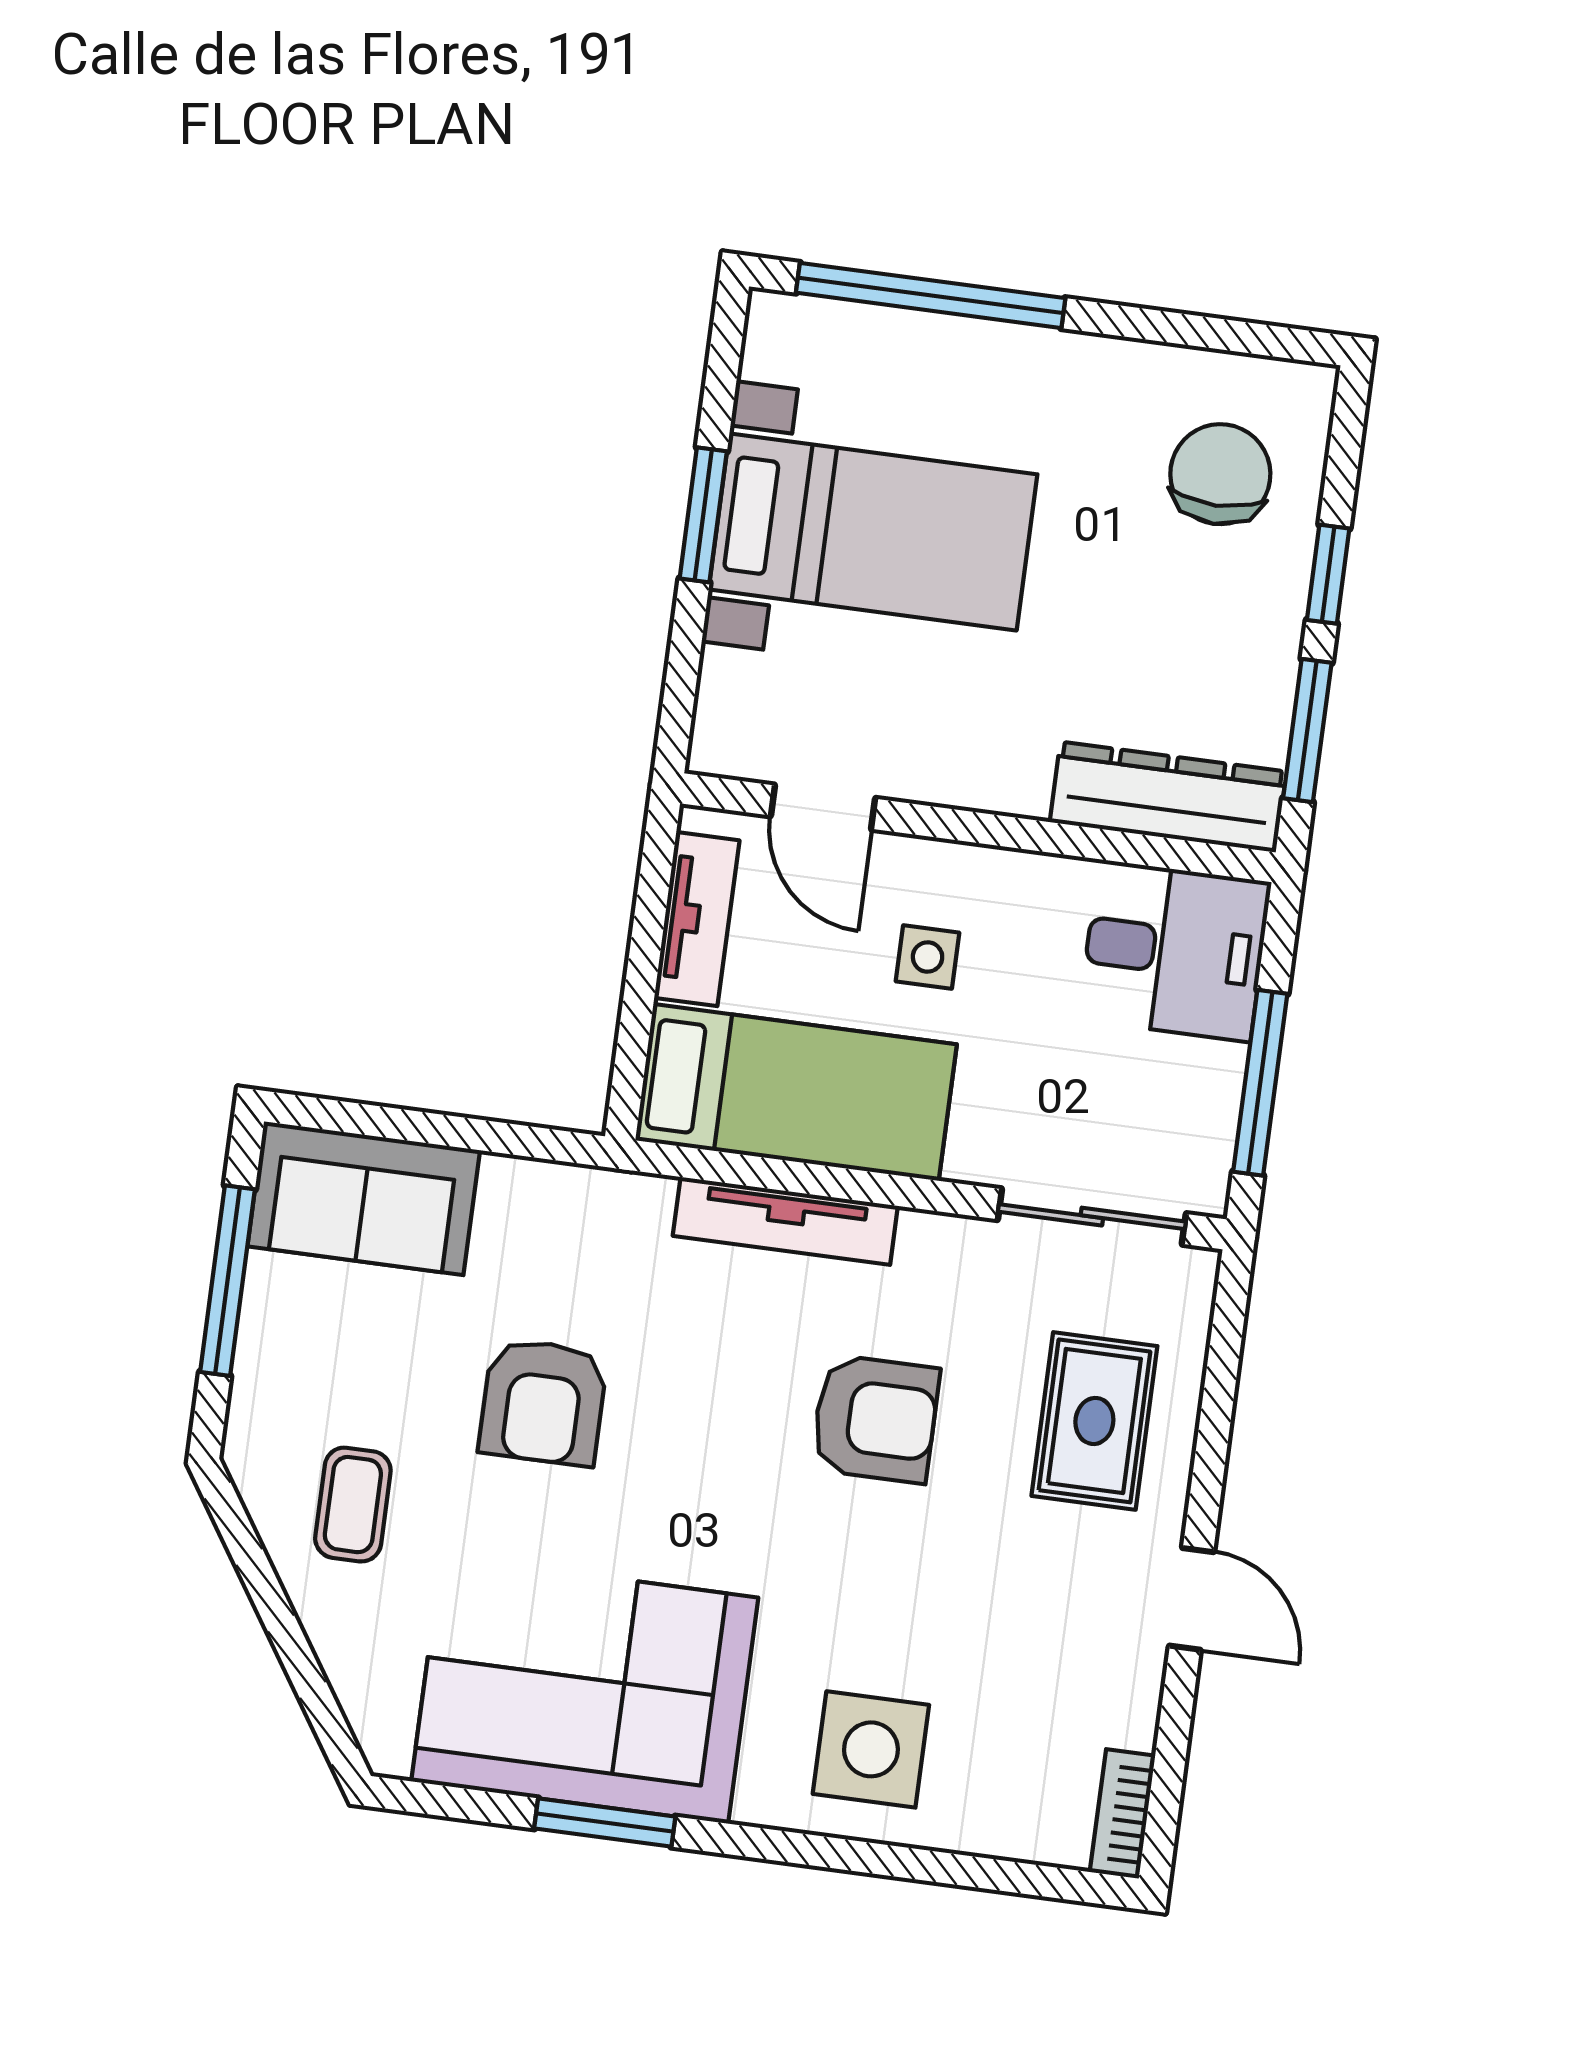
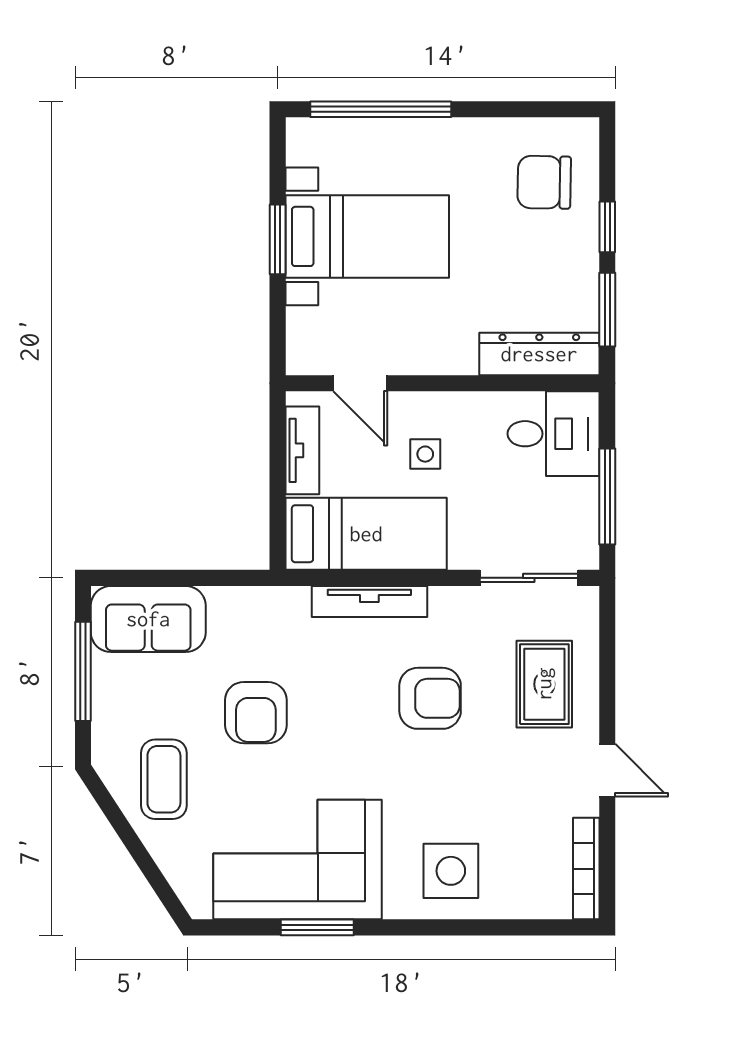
chair: (1220, 474) -> (544, 182), turned -89
coffee table: (353, 1505) -> (164, 779), width x1.36, depth x1.30
bookcase: (1122, 1814) -> (586, 869), width x1.56

